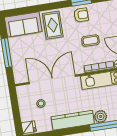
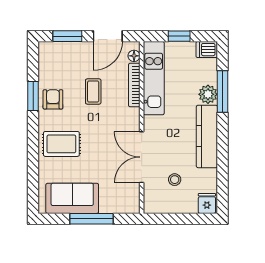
sofa: (23, 24) -> (72, 198), moved, turned -90
double door: (52, 79) -> (142, 157), width x0.73

